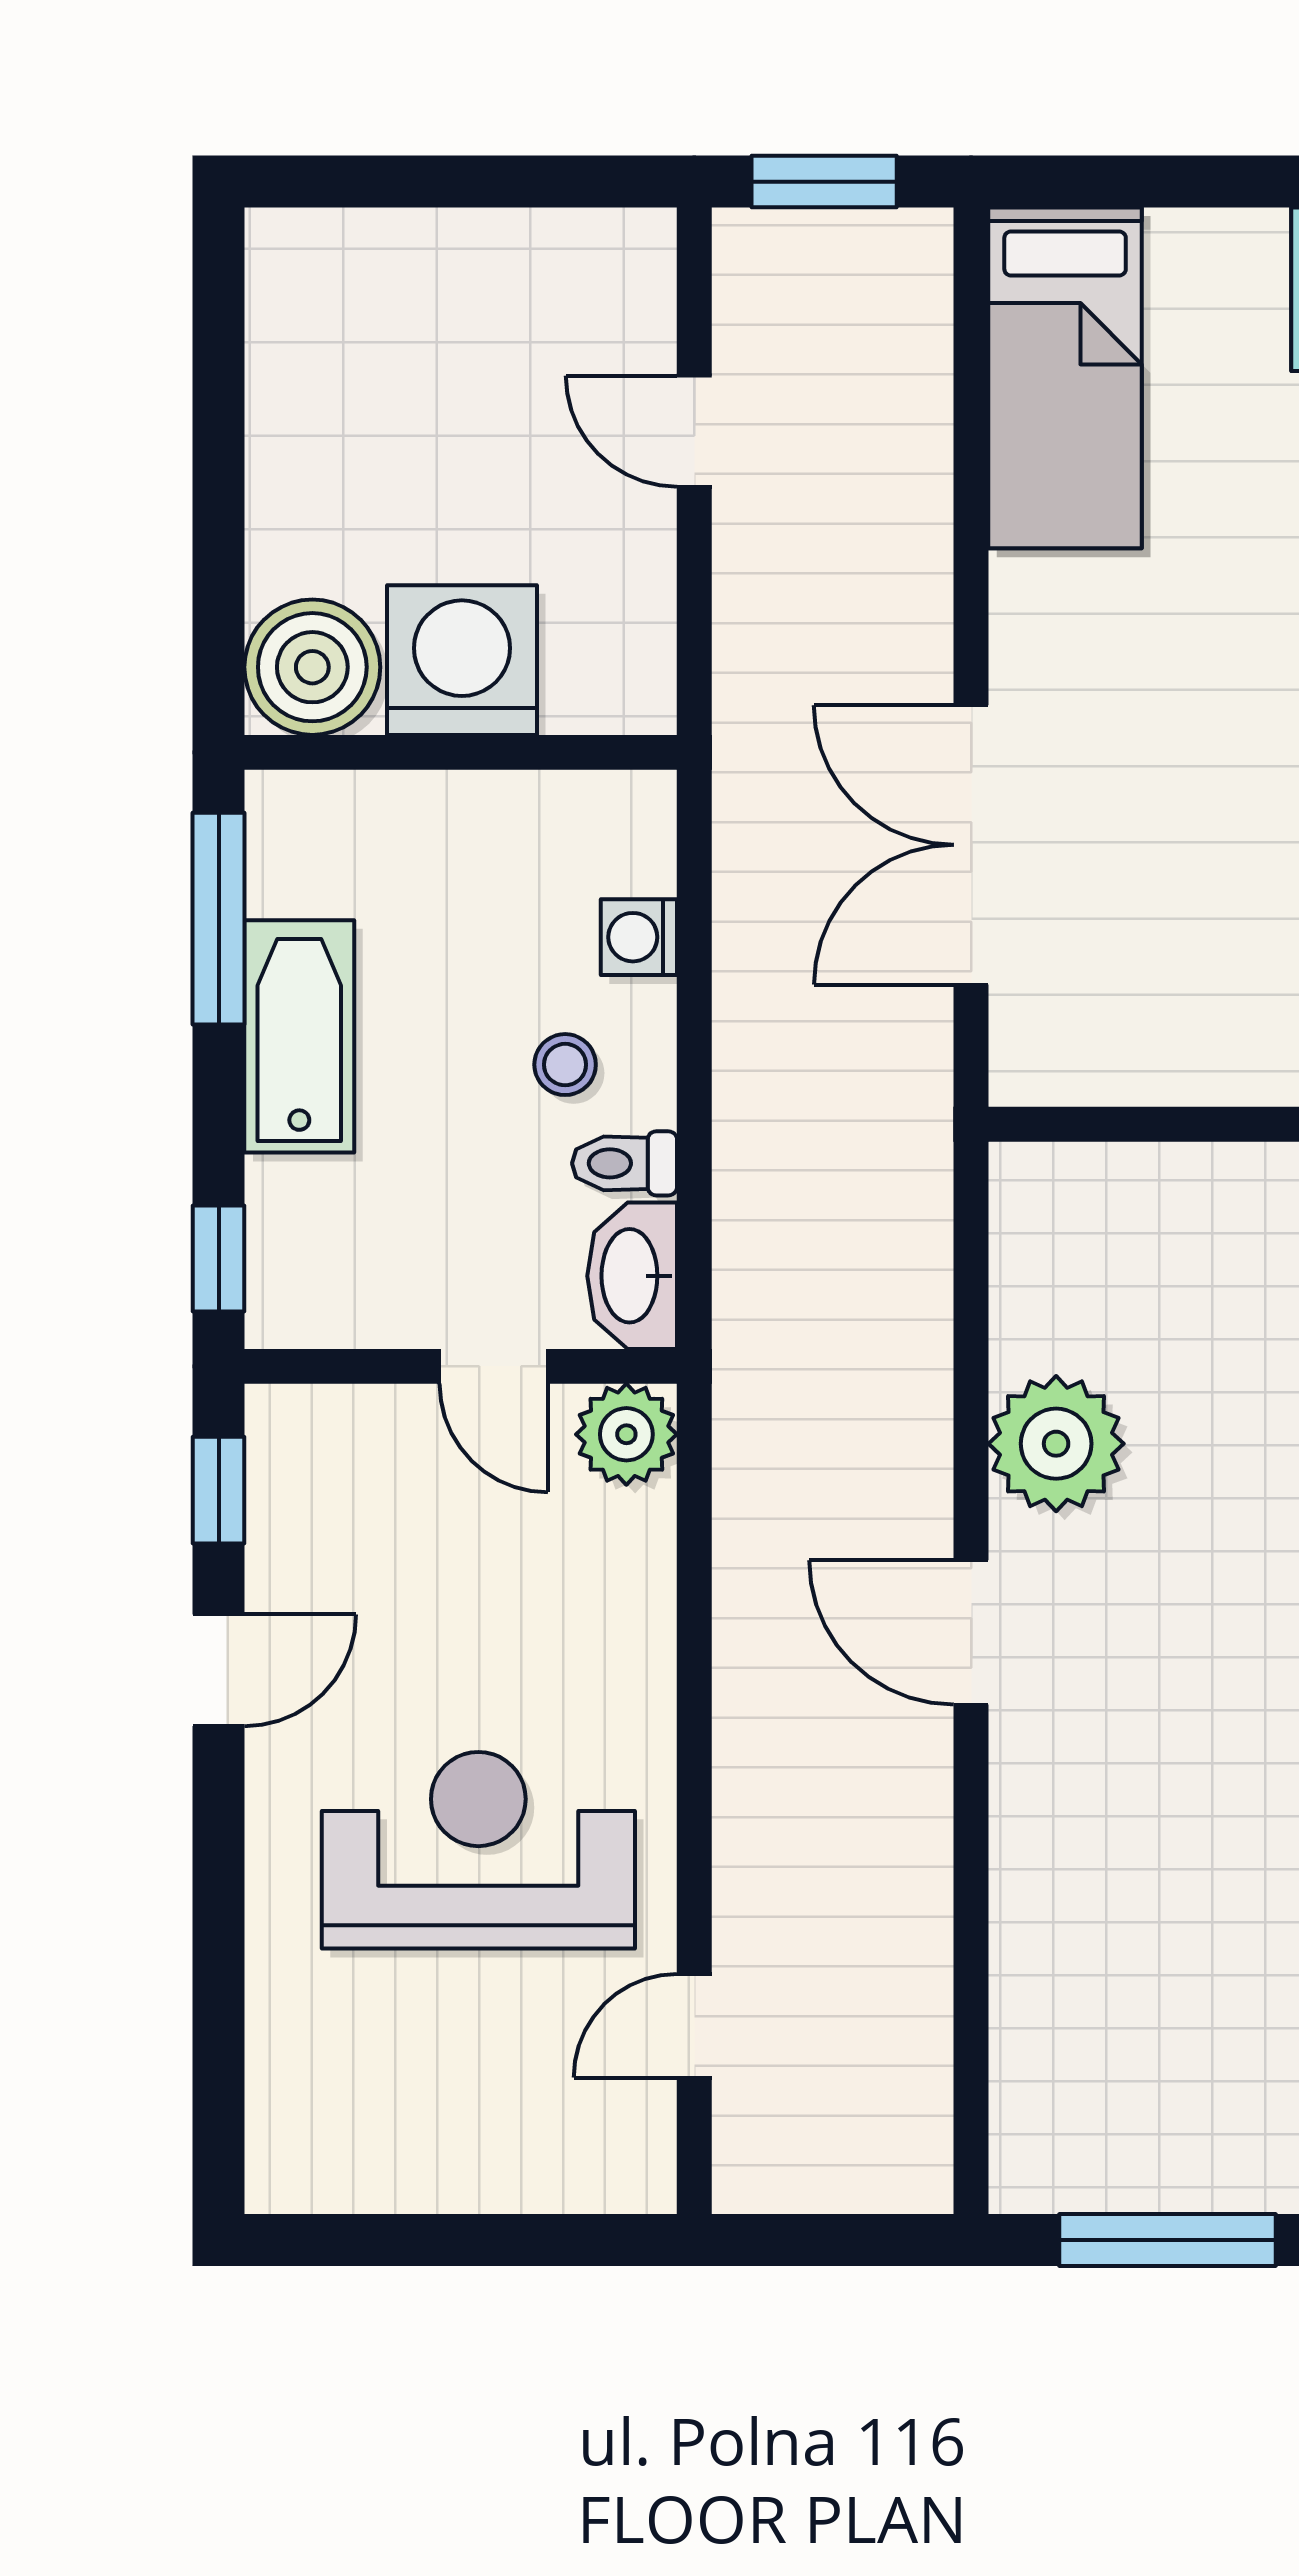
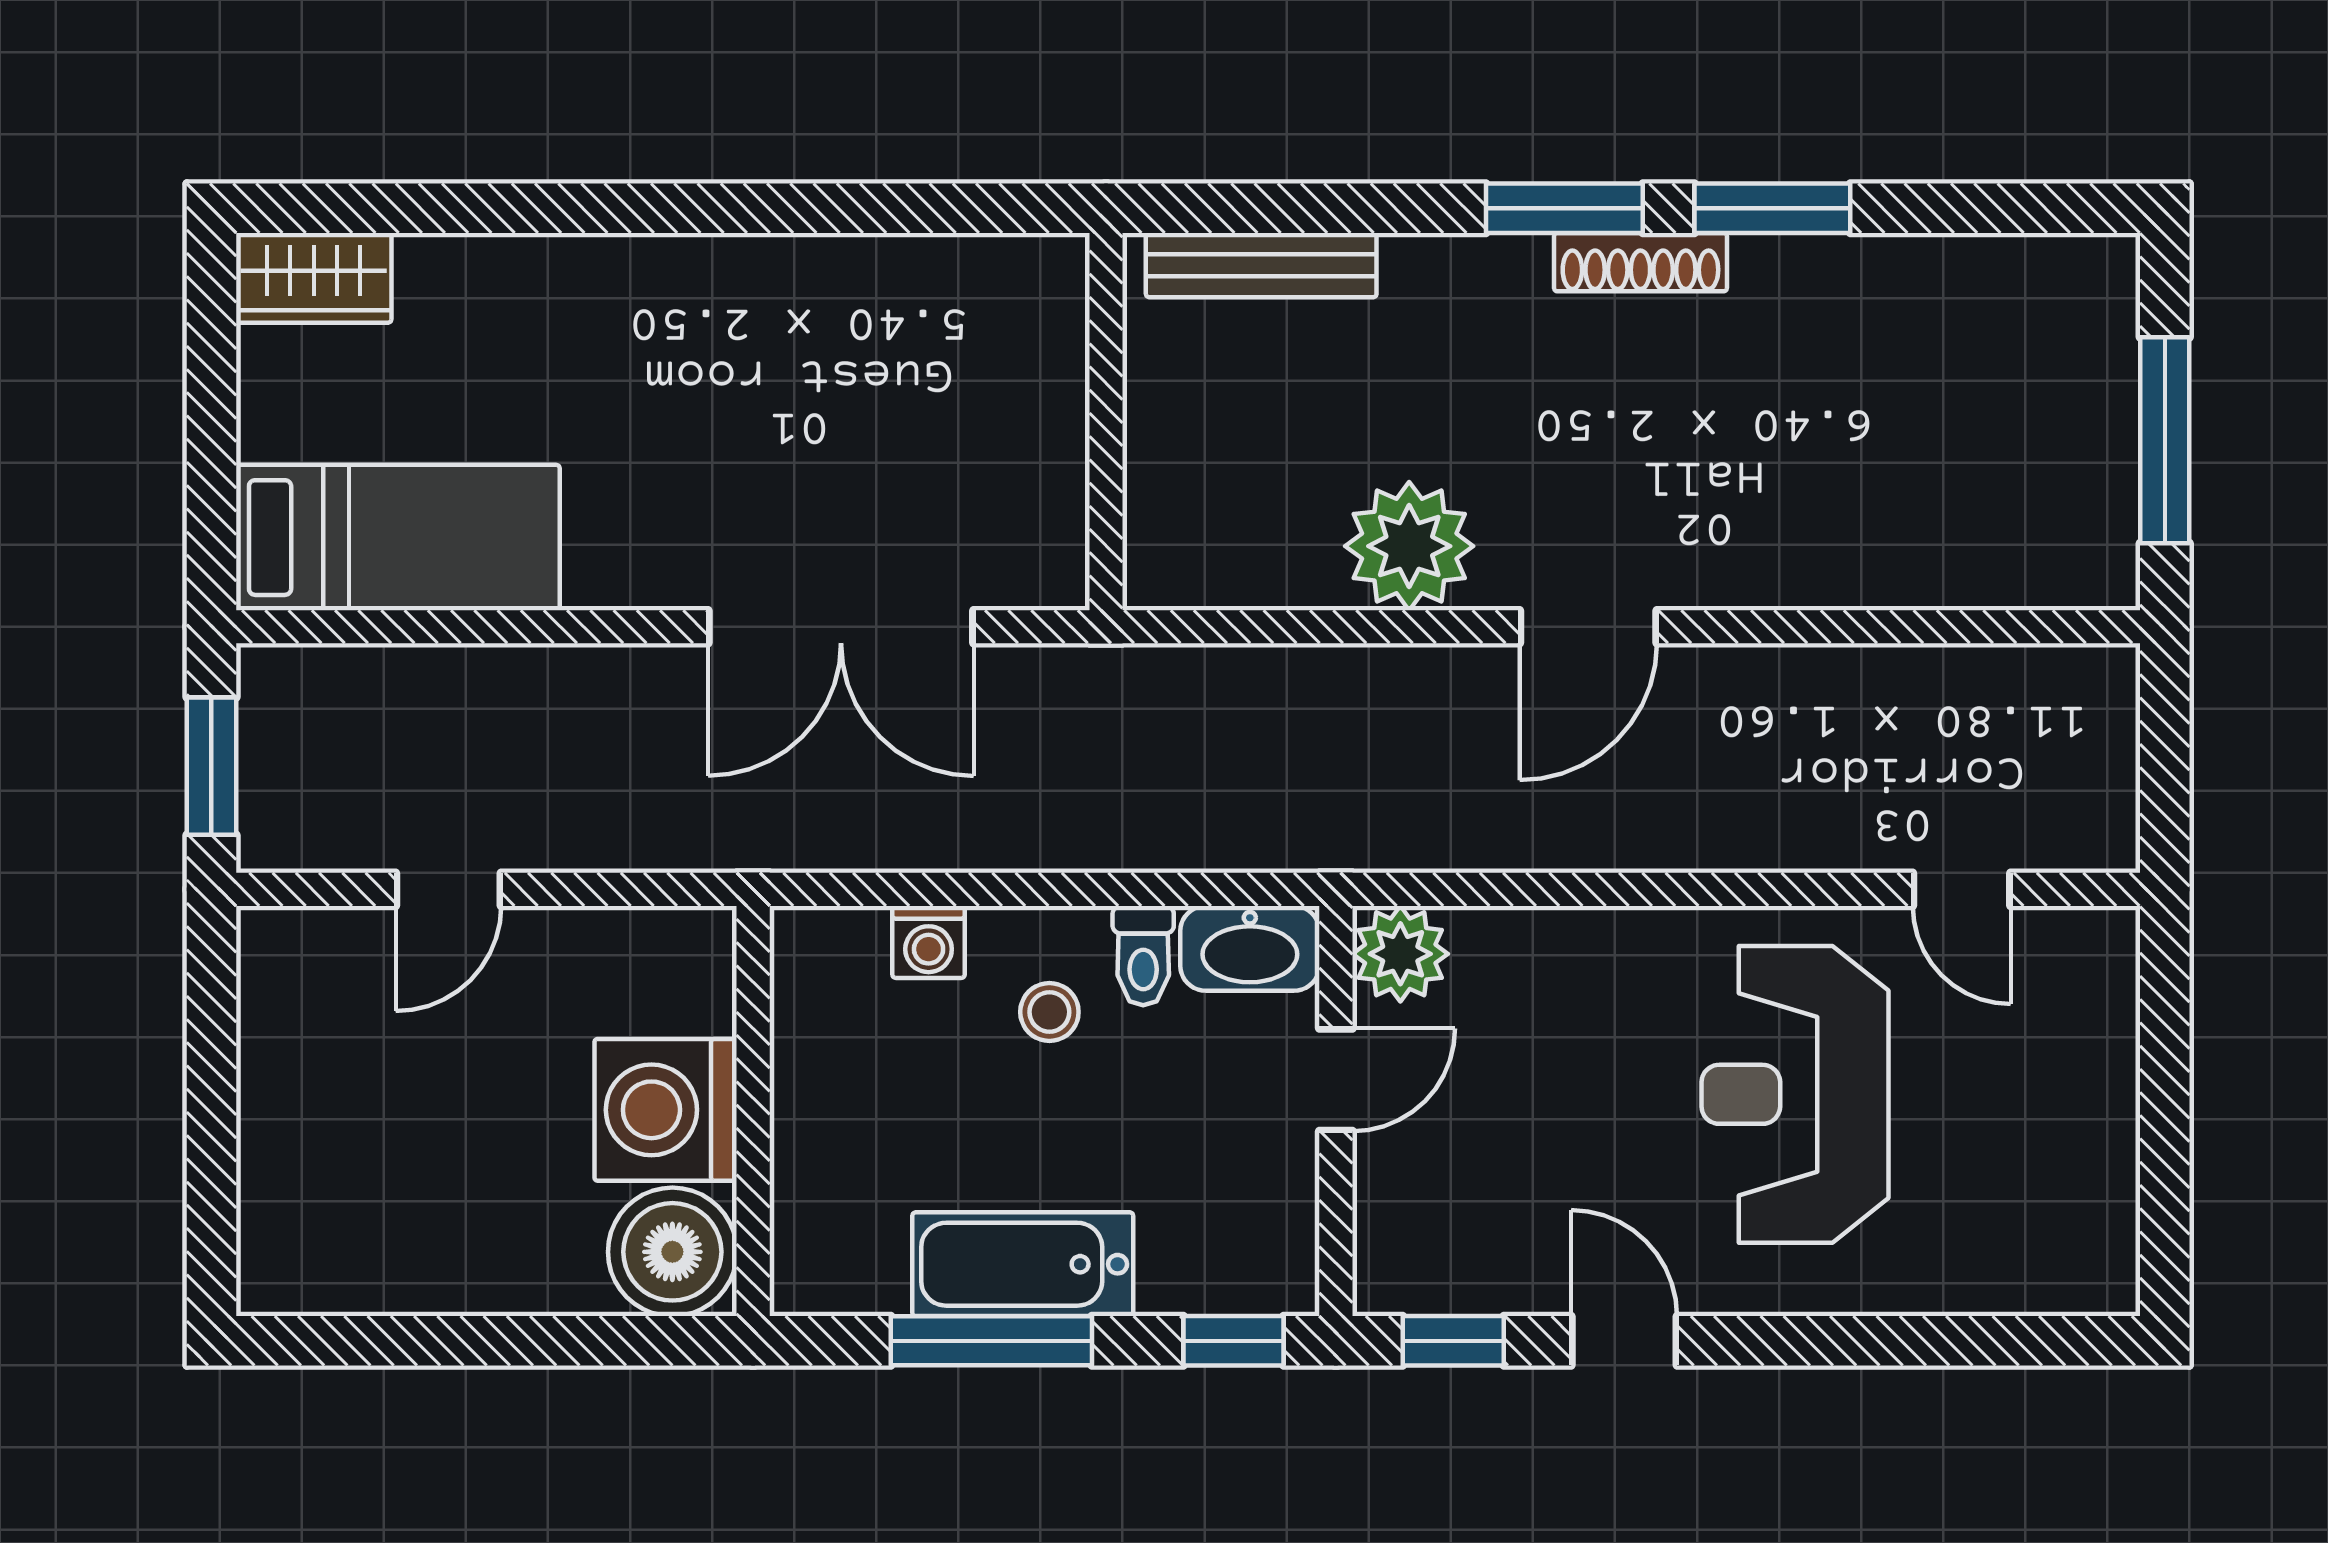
window: (219, 919) -> (991, 1341), moved

